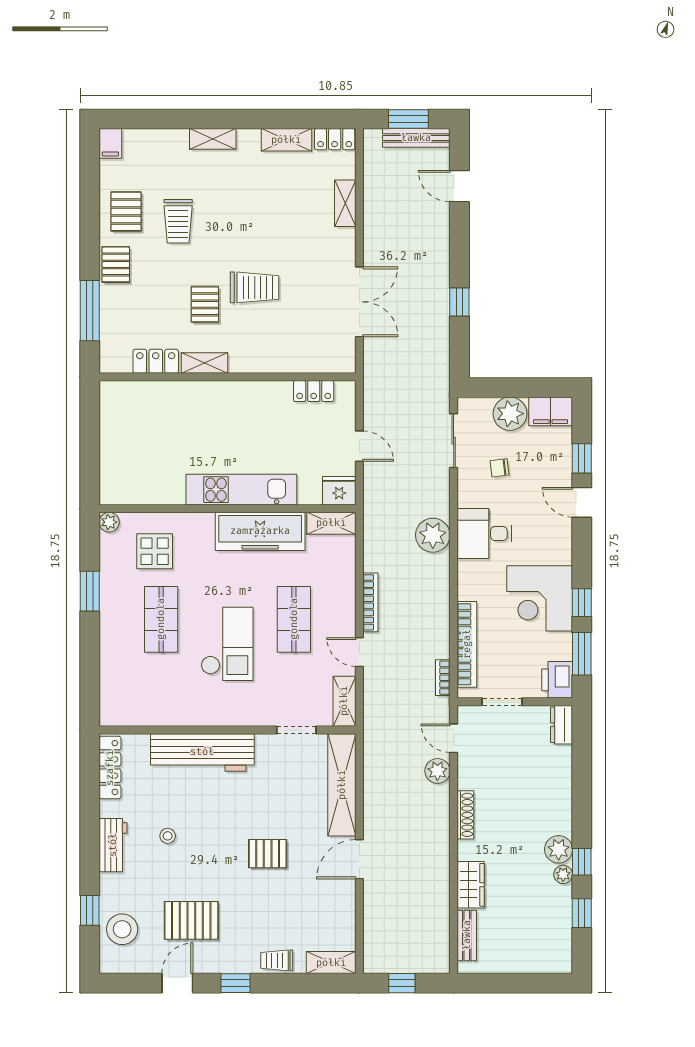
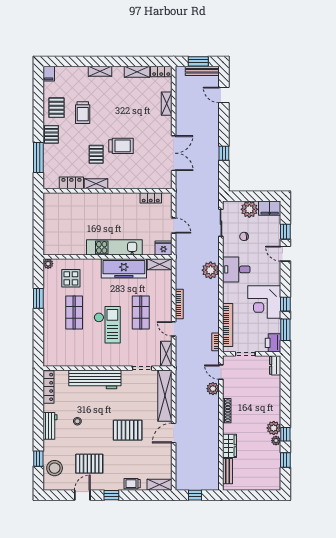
pallet: (268, 854) -> (128, 430), width x1.50, depth x1.42

